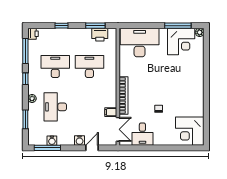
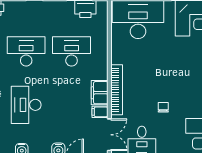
filing cabinet: (111, 98) -> (100, 93), added

